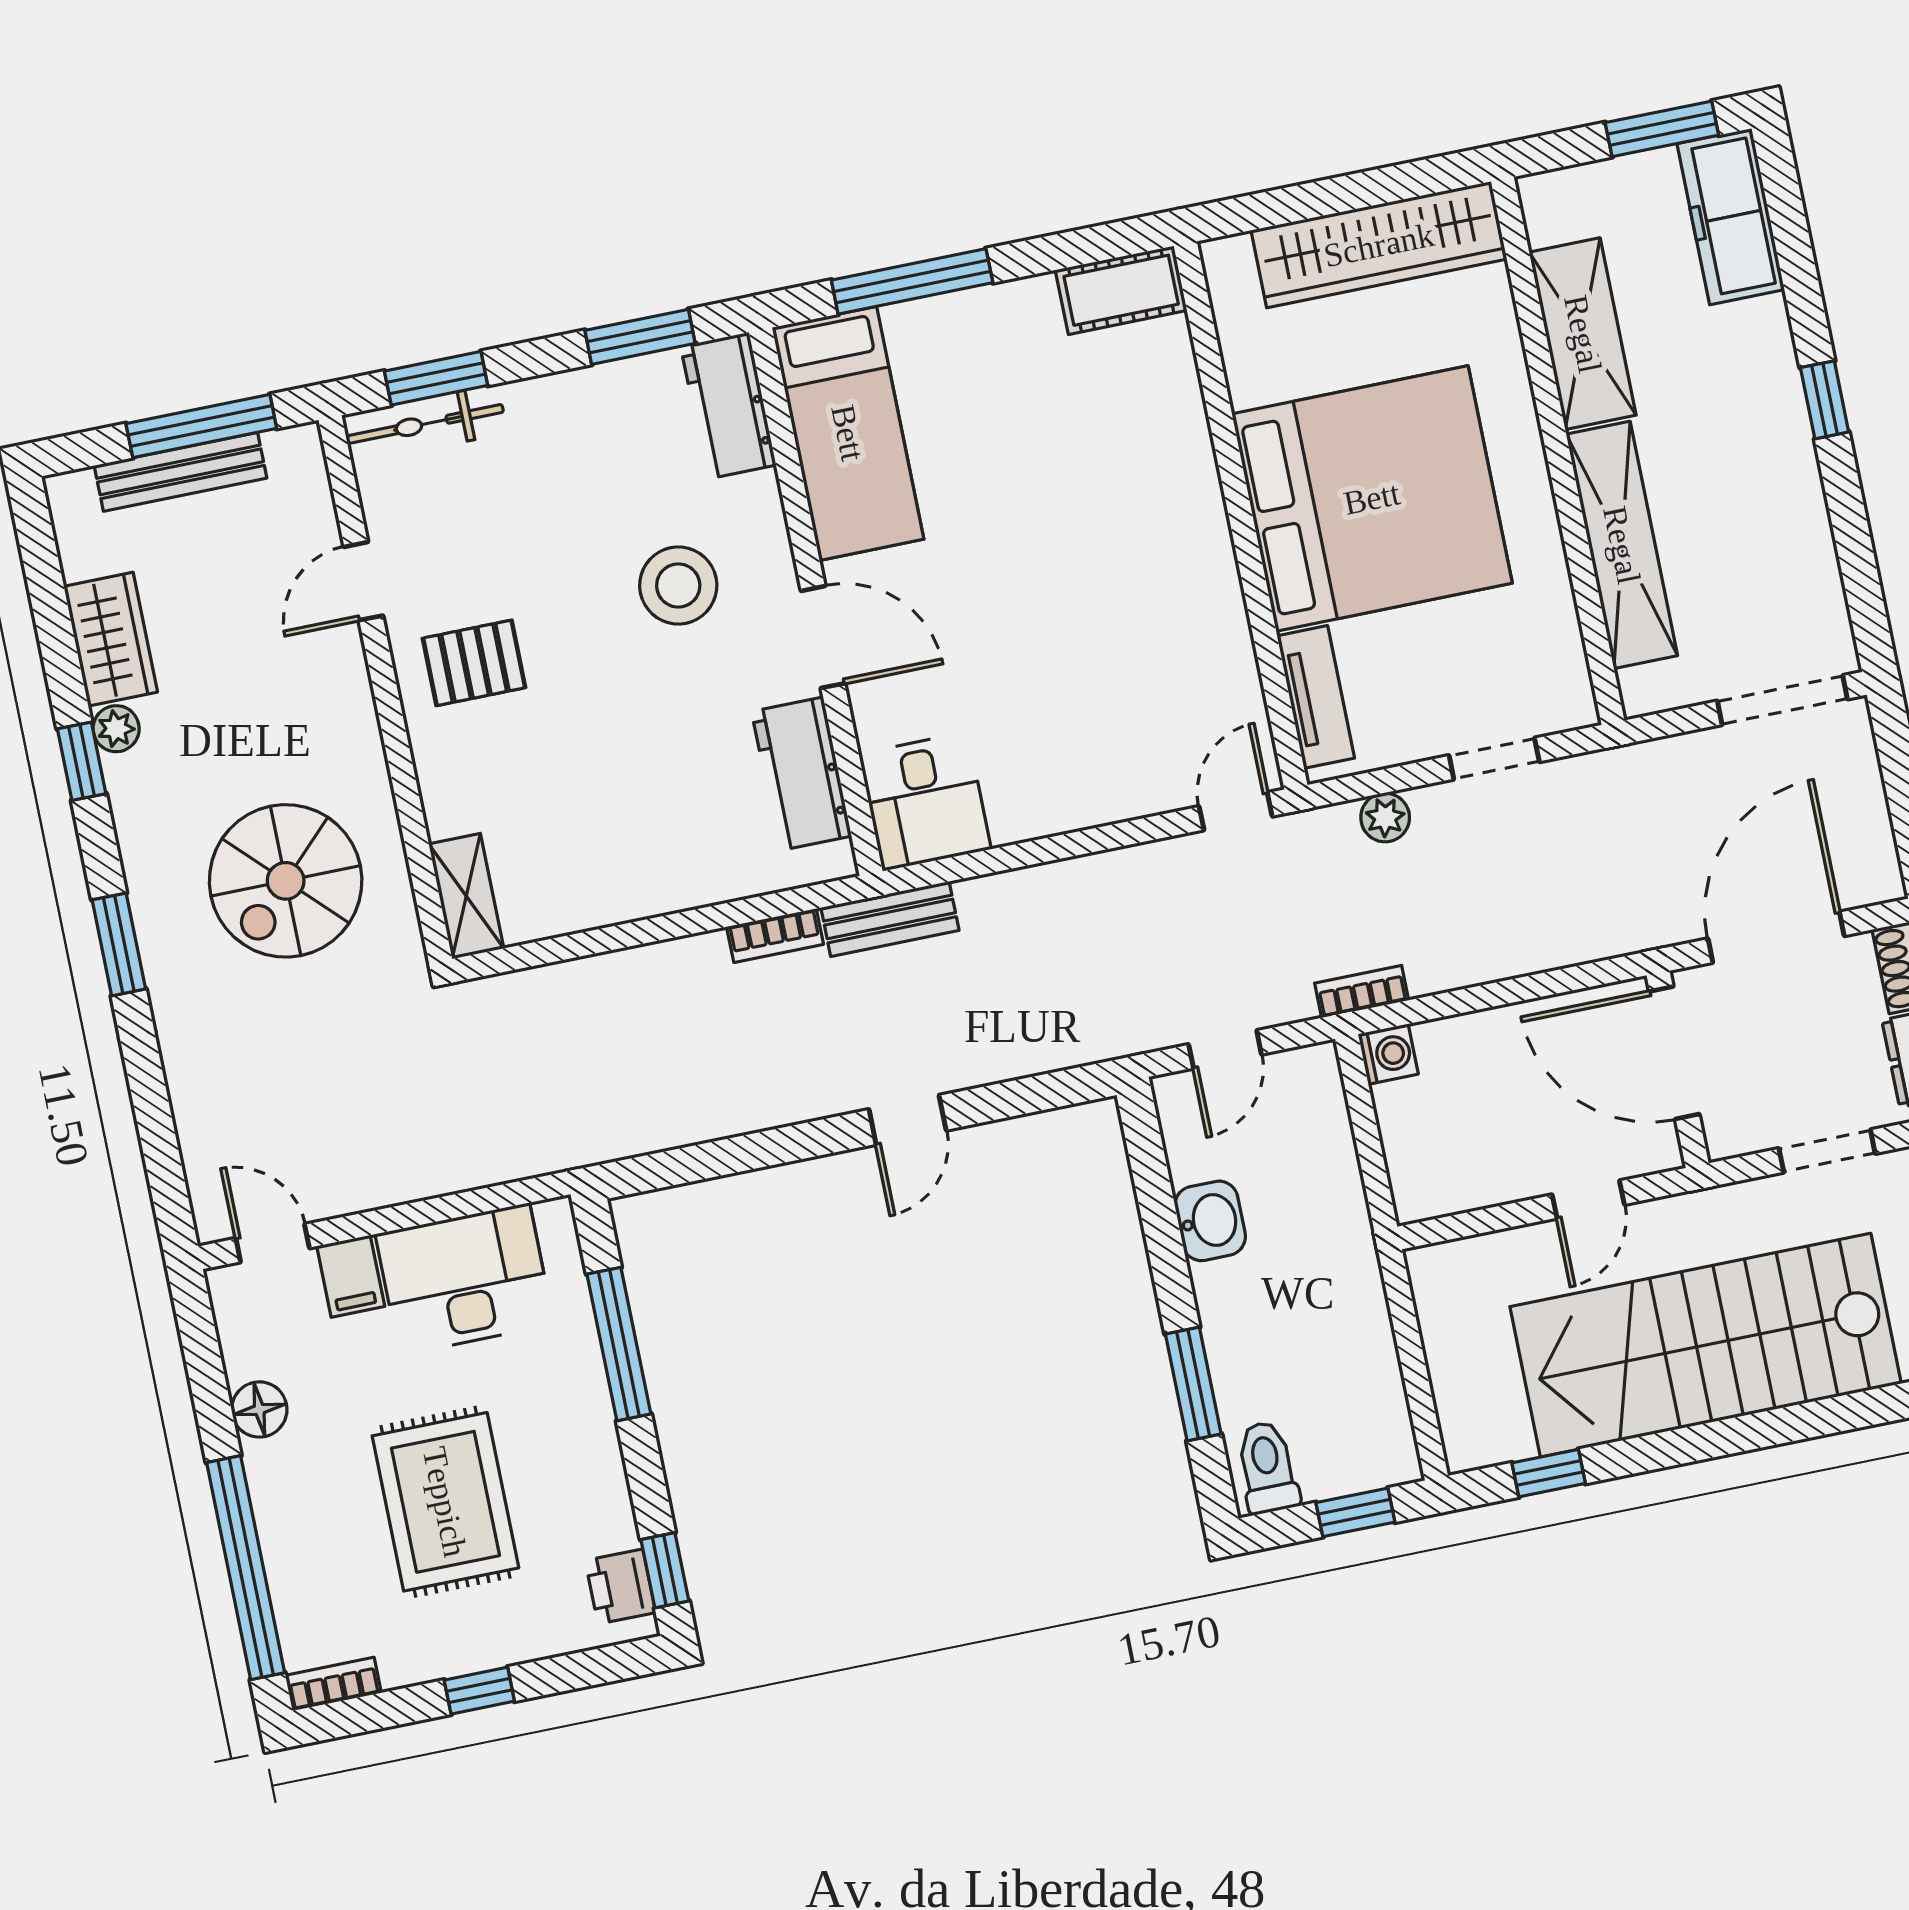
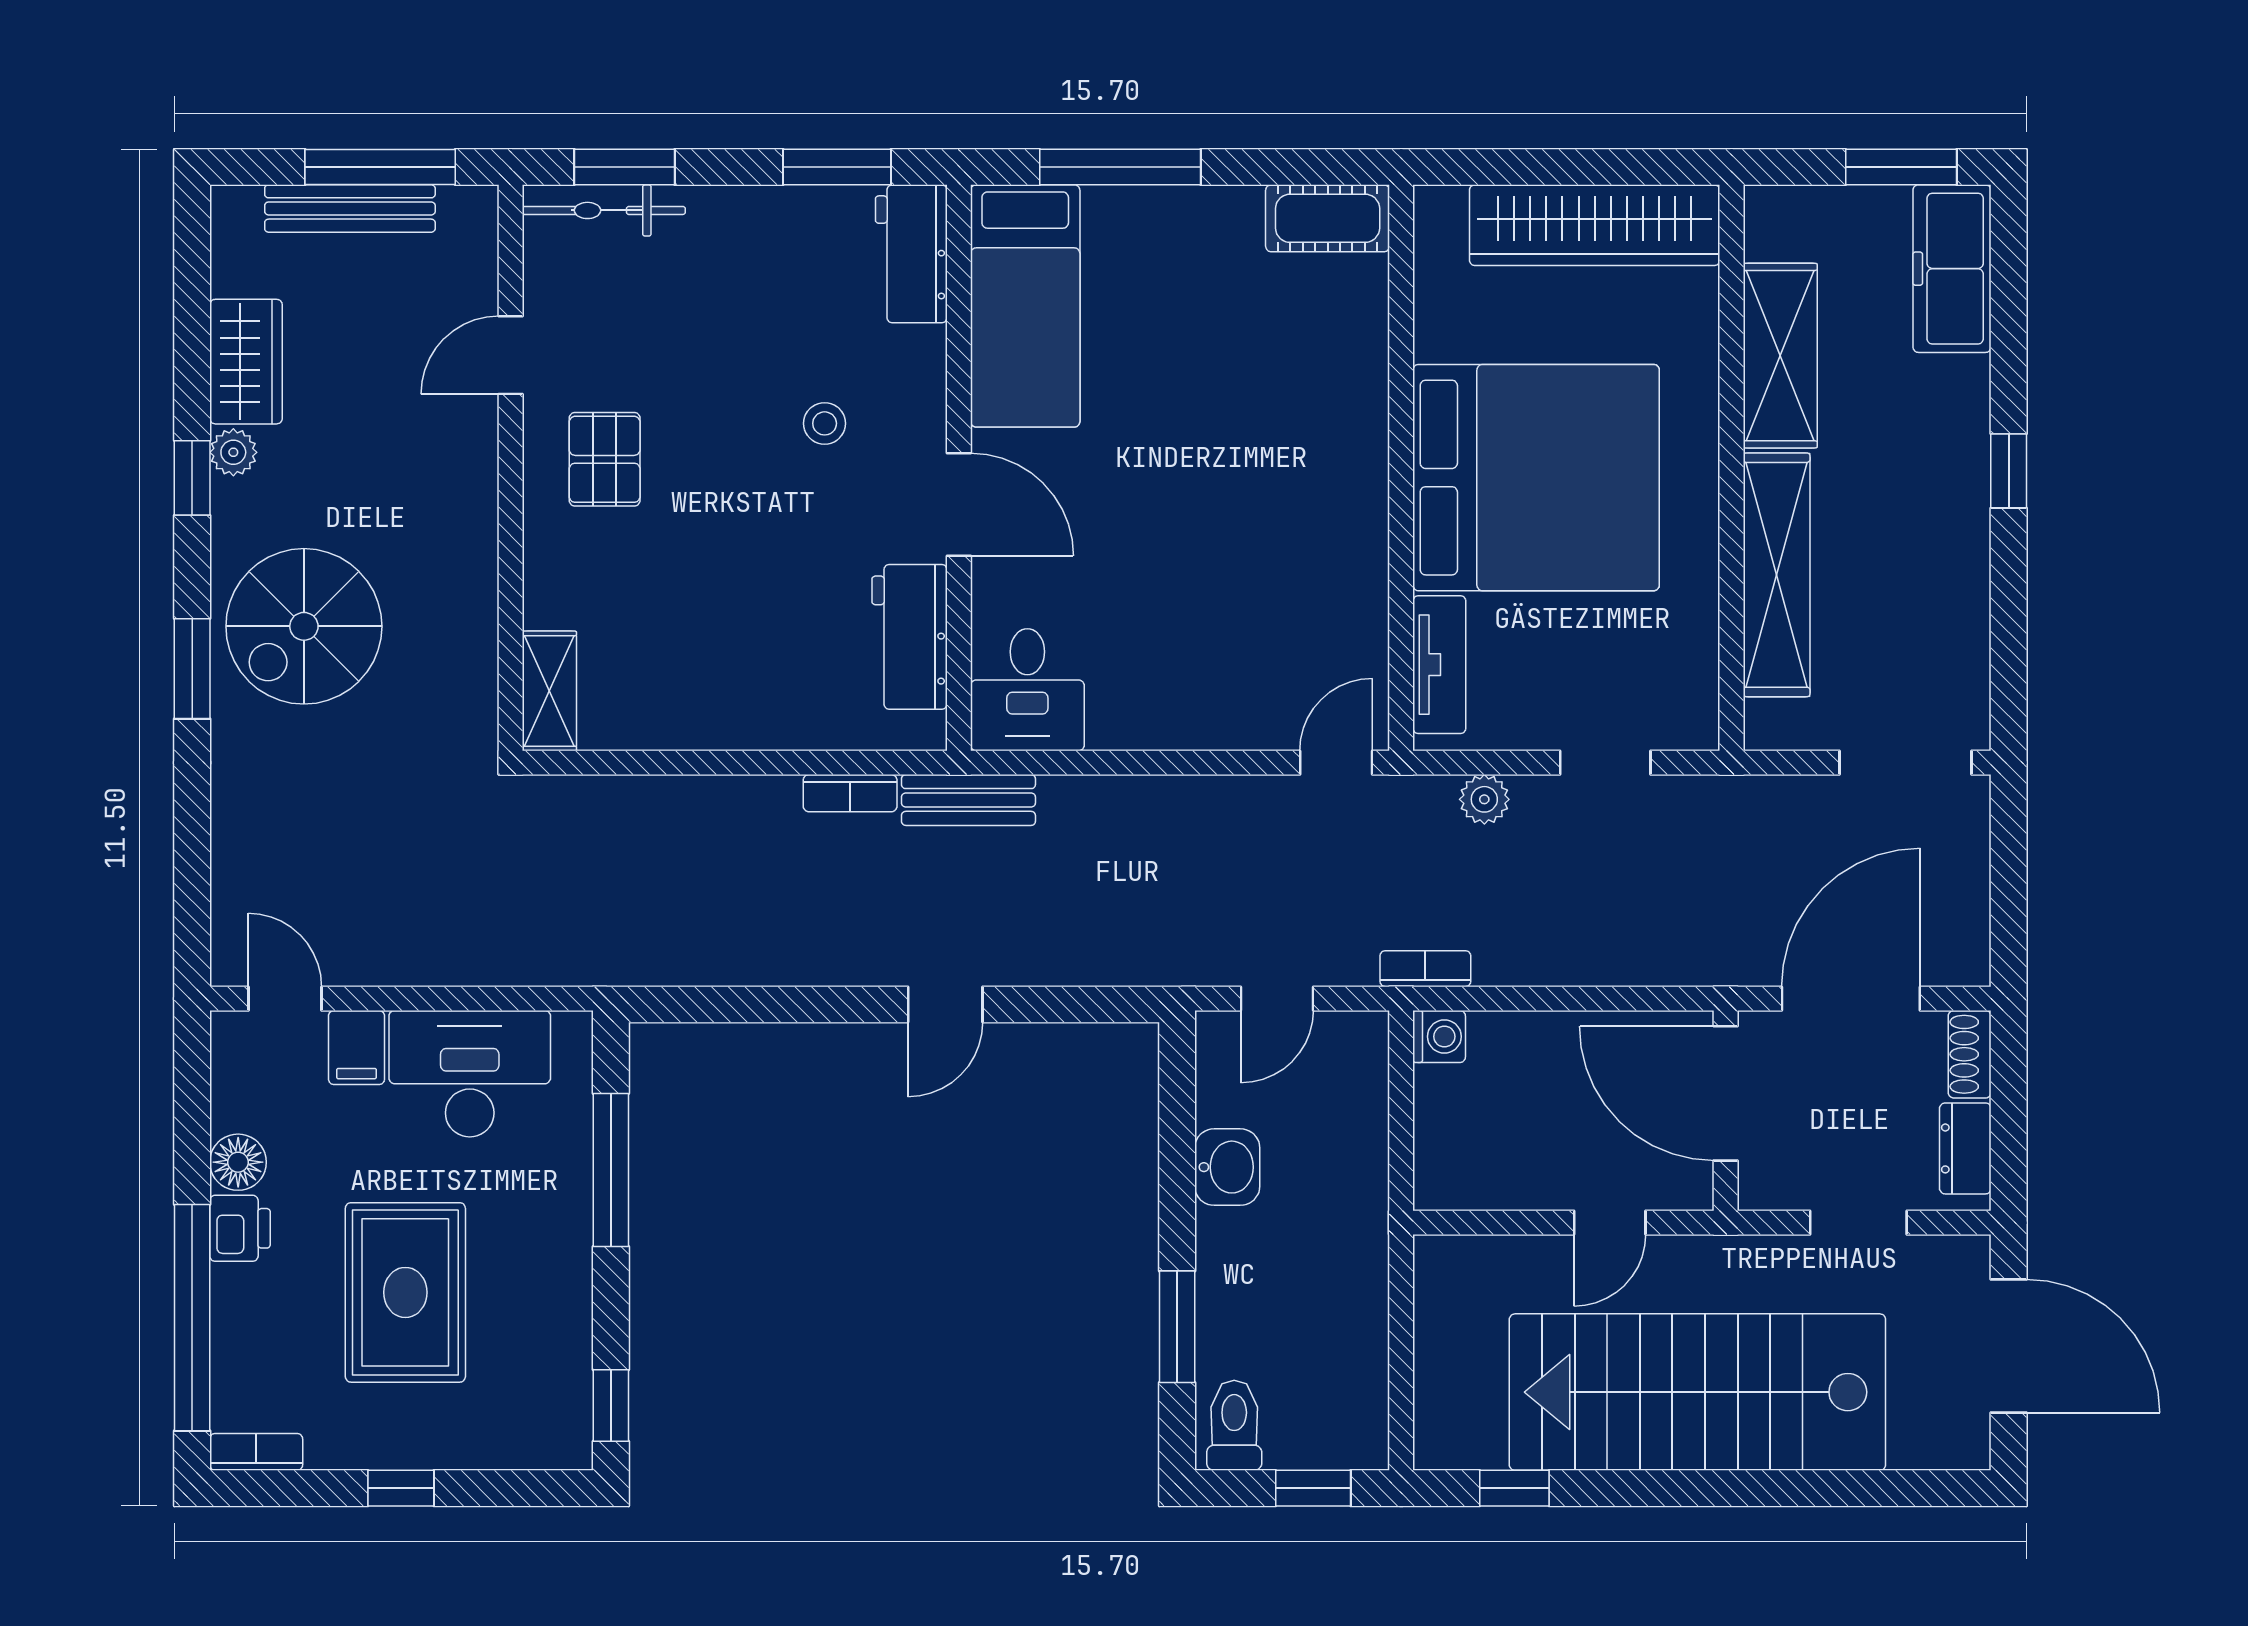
stool: (678, 585) -> (825, 423), width x0.53, depth x0.53
pallet: (474, 663) -> (605, 459), turned 90
spiral stairs: (286, 881) -> (304, 626), moved
printer: (620, 1587) -> (240, 1228), moved, turned 180

